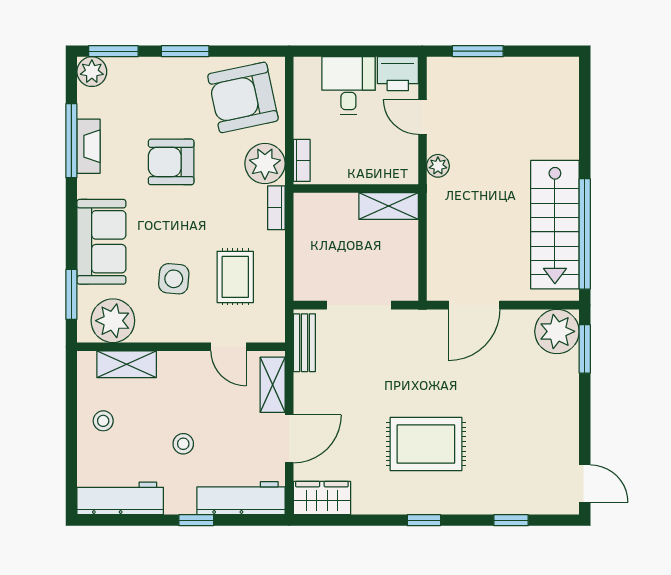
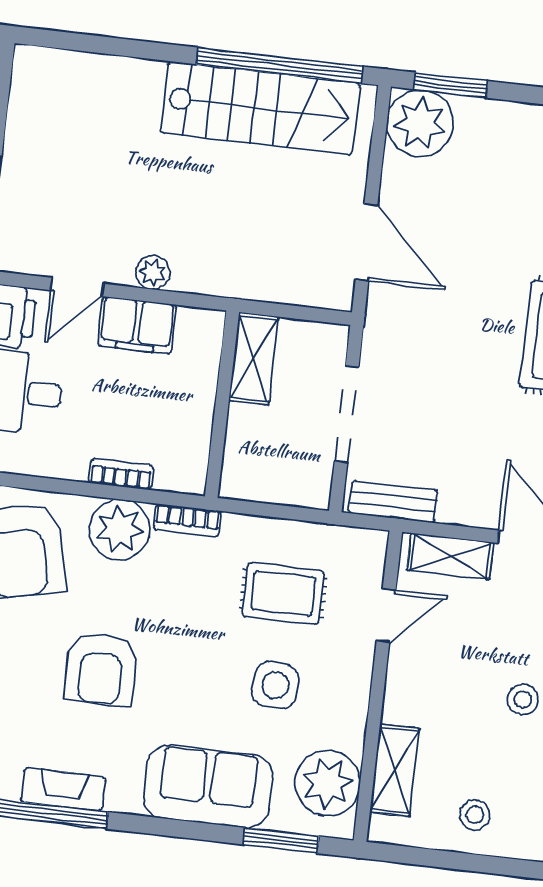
filing cabinet: (402, 159) -> (137, 325), added
wall: (356, 189) -> (222, 404), moved
shelving: (389, 206) -> (254, 358), moved

